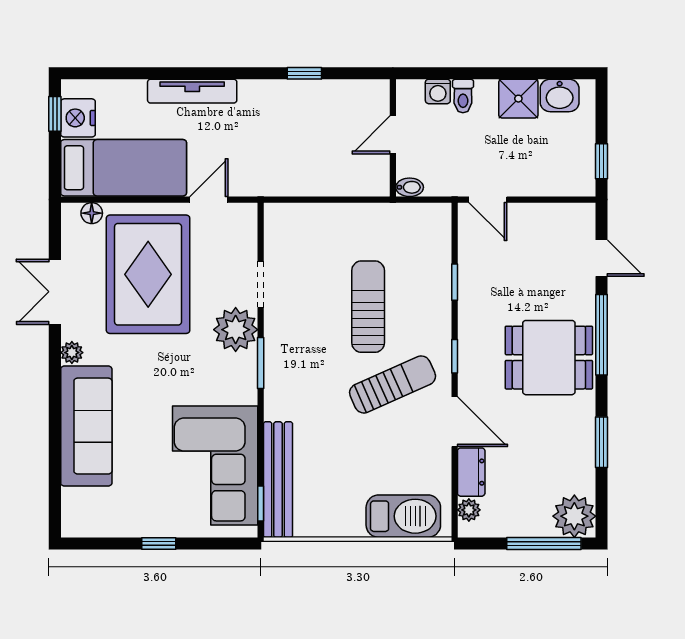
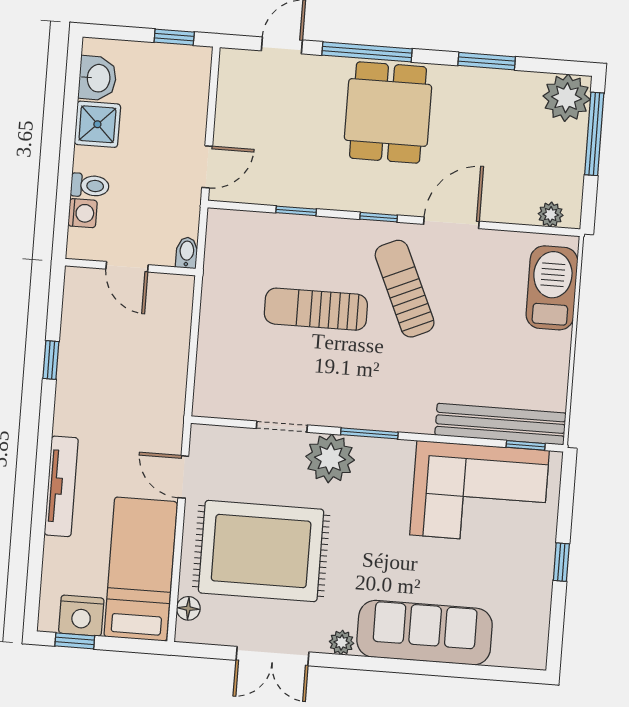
dresser: (471, 472) -> (509, 209), removed

